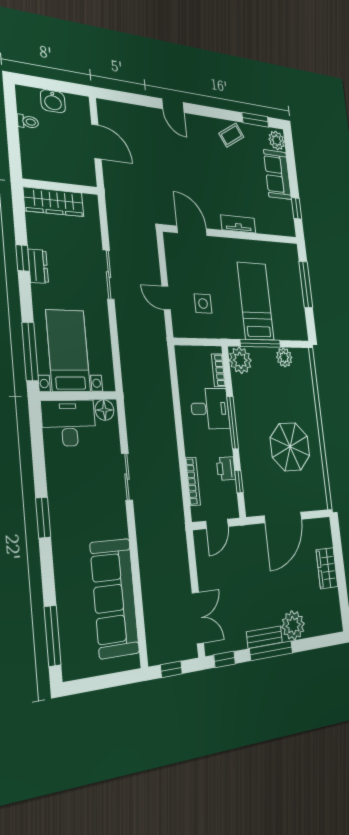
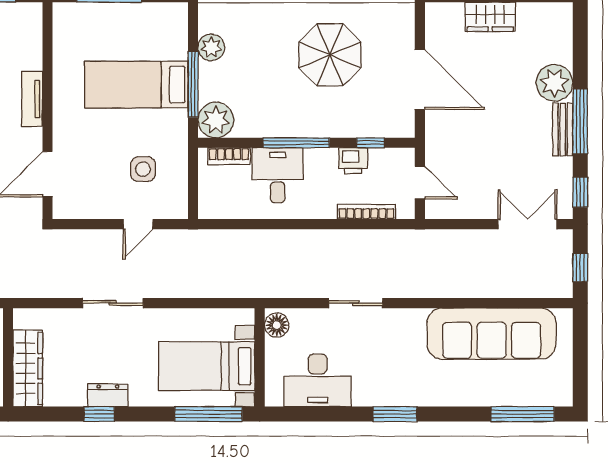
desk: (69, 423) -> (318, 380), moved, turned -90

